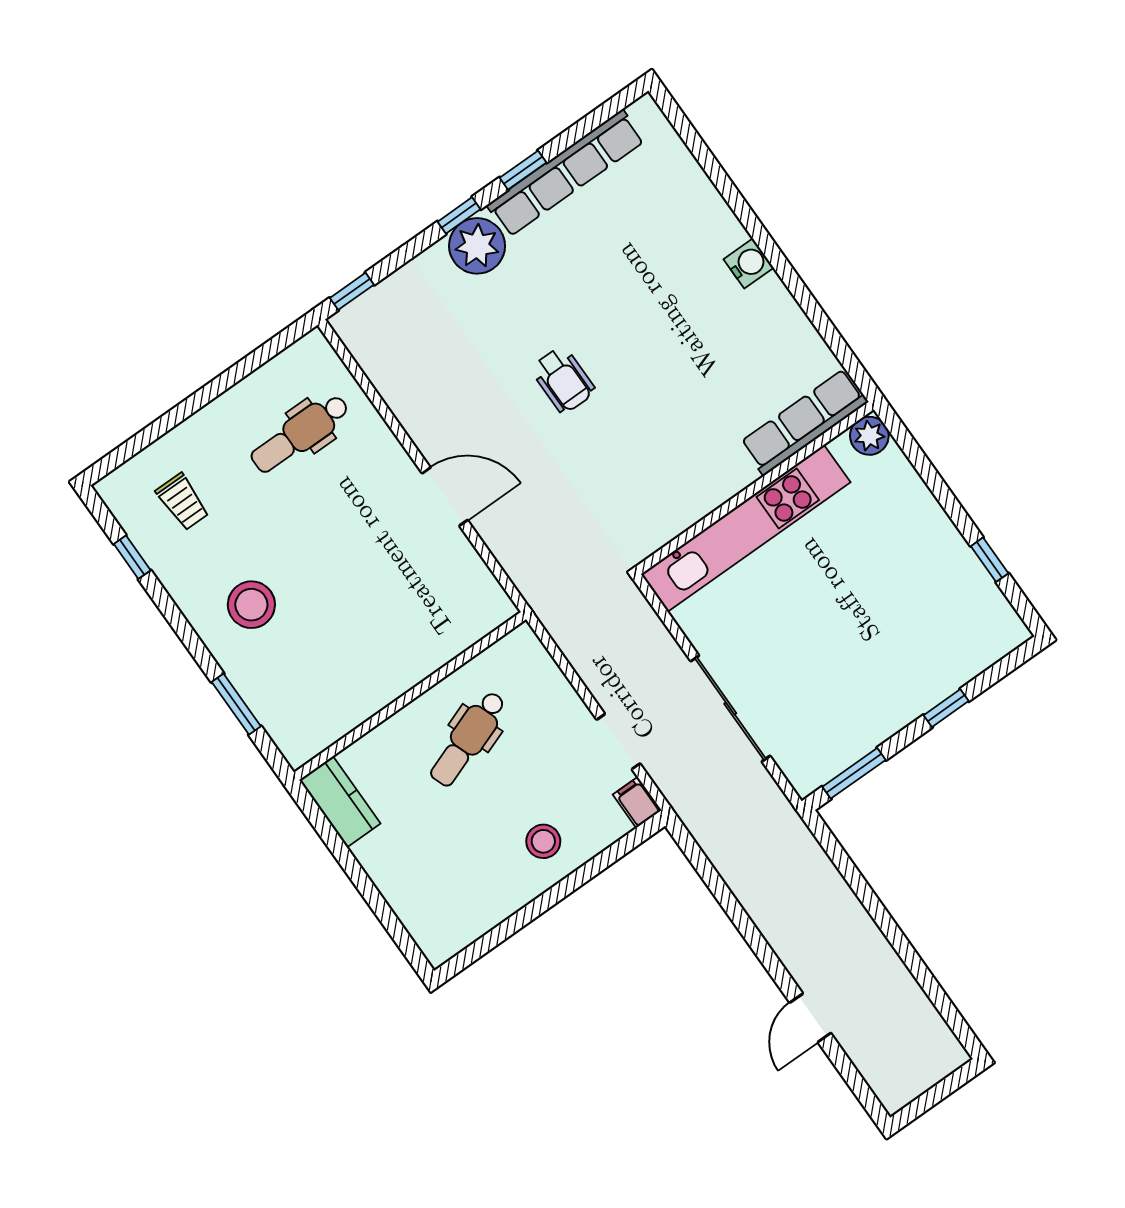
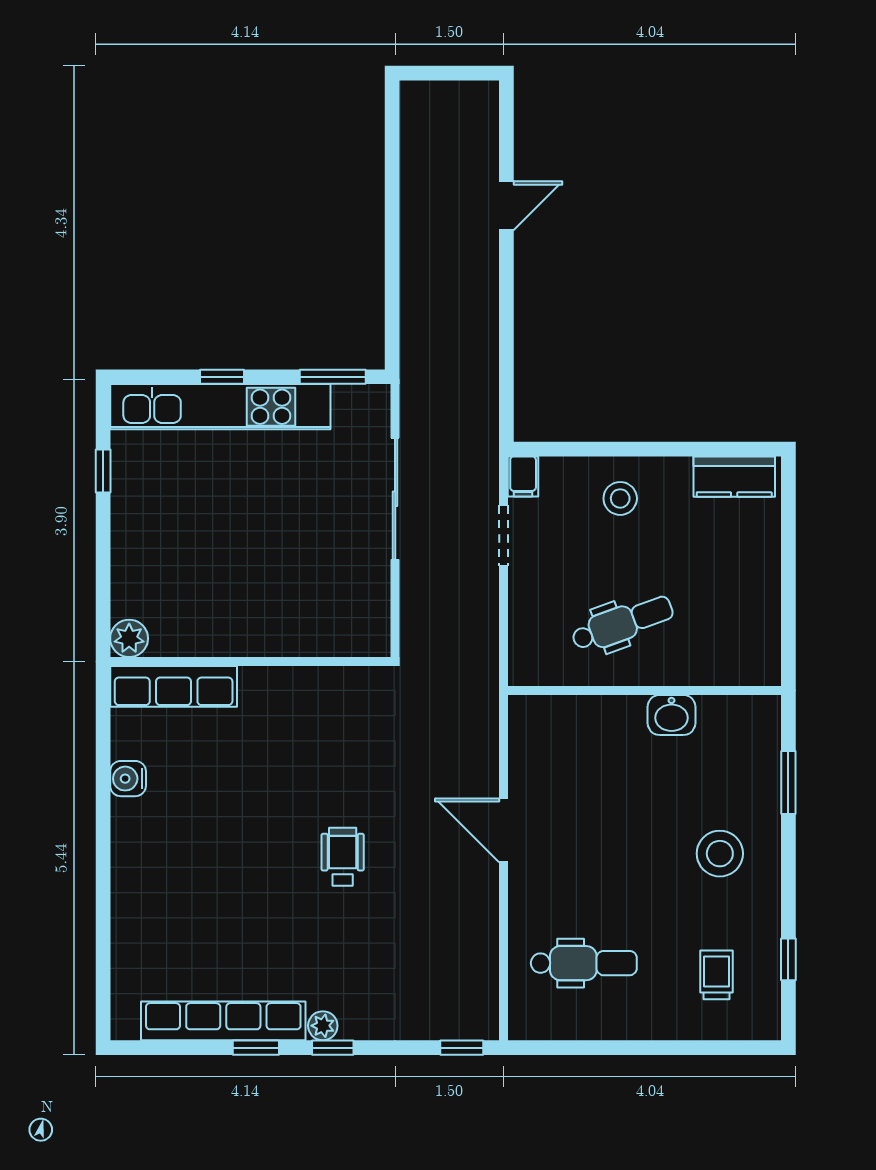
plant: (477, 246) -> (323, 1026), width x0.53, depth x0.53
water cooler: (749, 263) -> (128, 779), moved
kitchen unit: (746, 528) -> (220, 407), moved, turned 180
washbasin: (373, 692) -> (672, 715), added
kitchen counter: (340, 802) -> (734, 477), moved, turned -90

